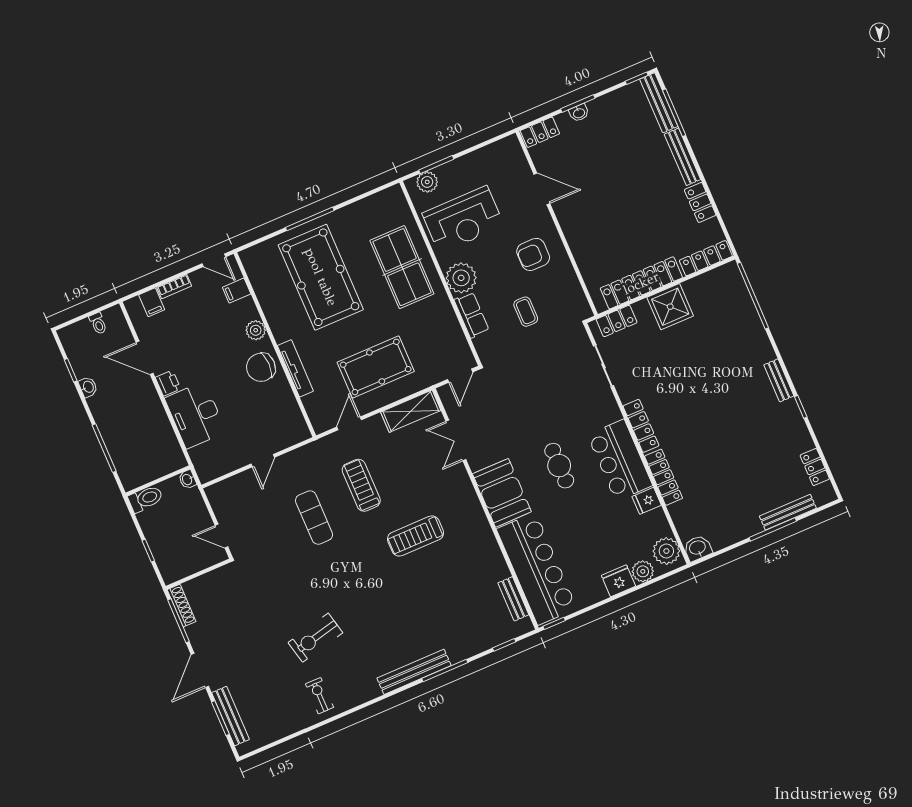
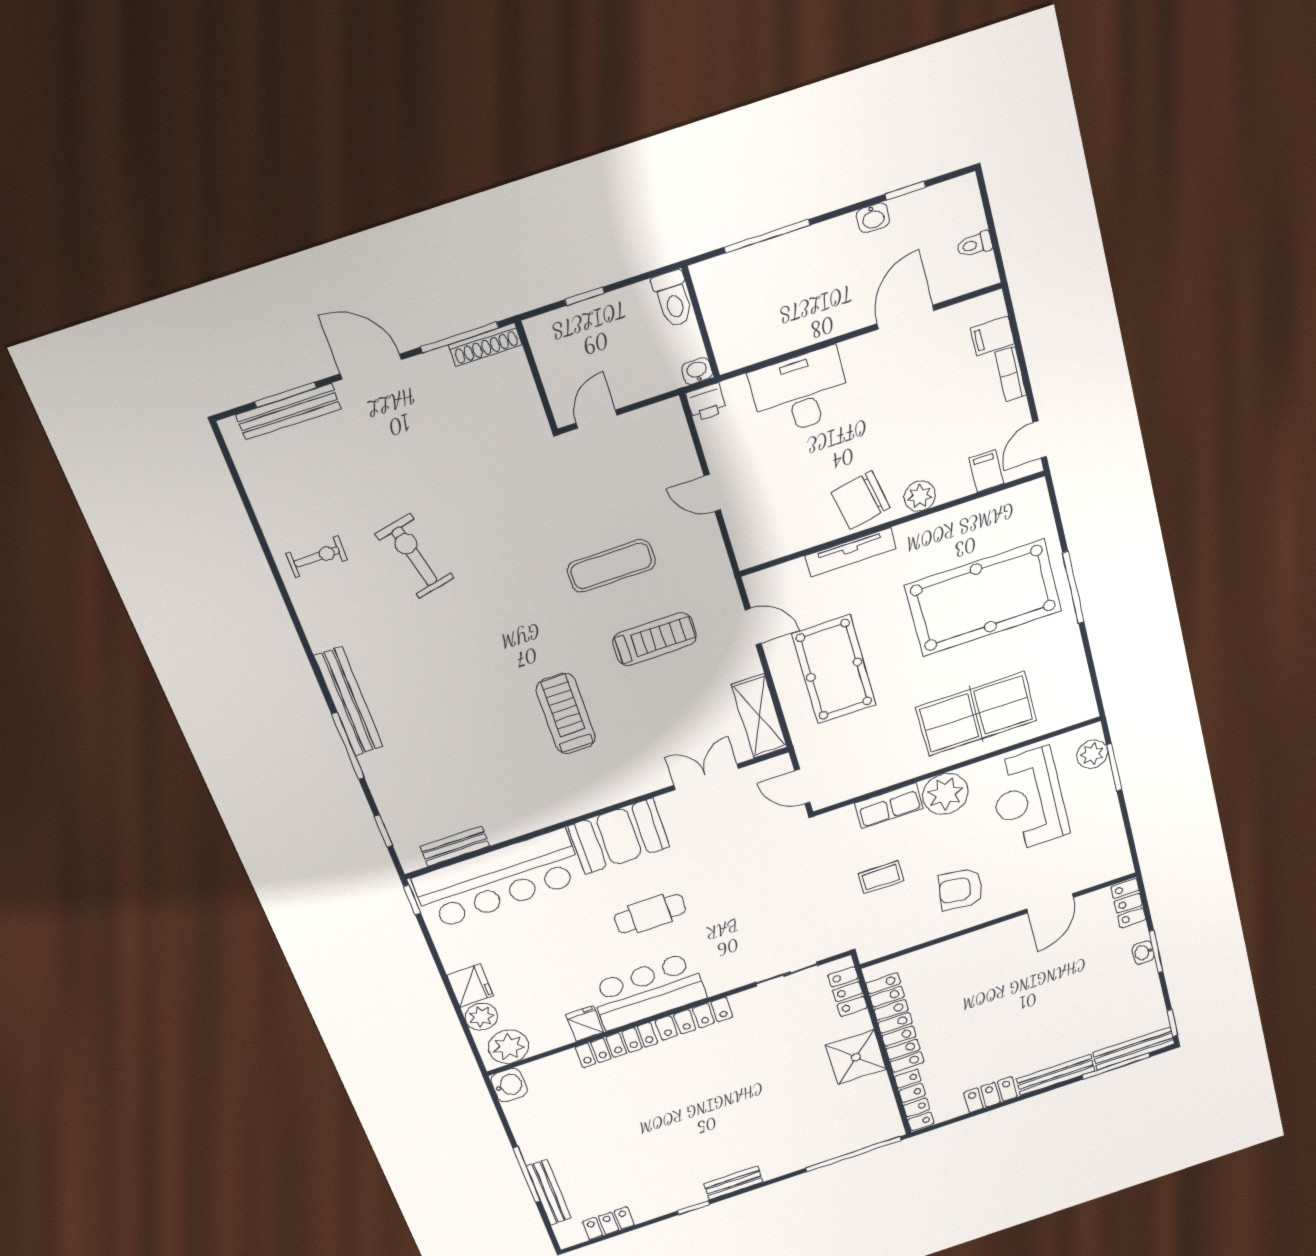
armchair: (533, 254) -> (961, 889), turned -82
chair: (261, 367) -> (861, 500), turned -101
printer: (168, 383) -> (706, 402), moved

